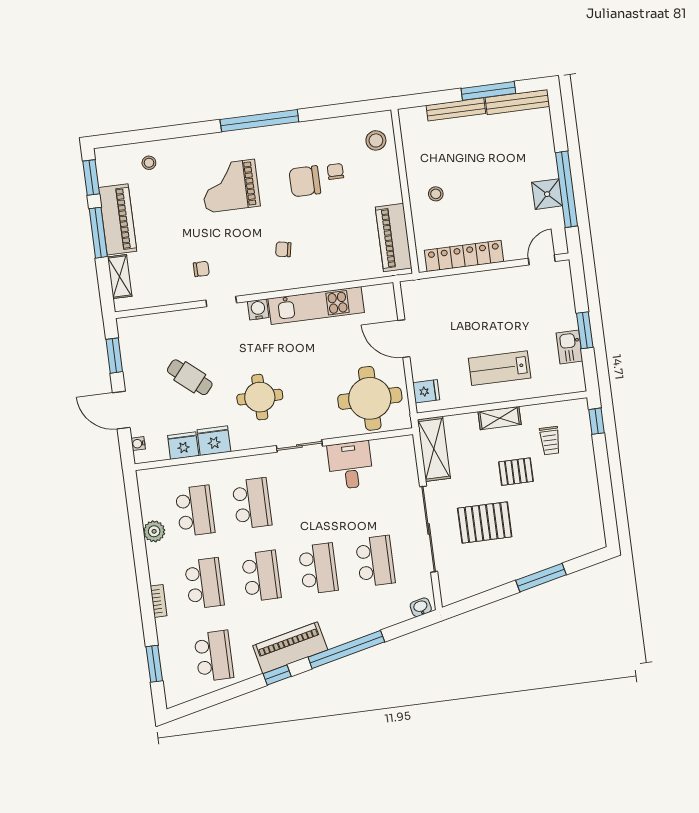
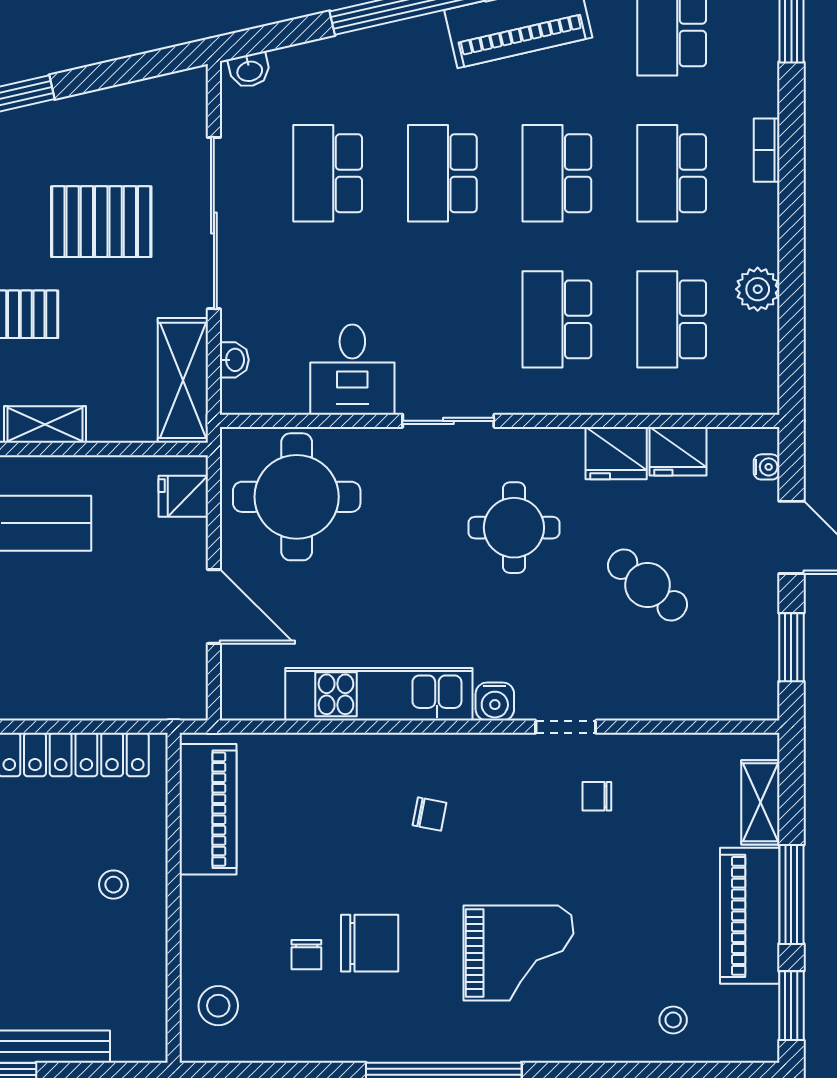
washbasin: (410, 462) -> (234, 360), added

